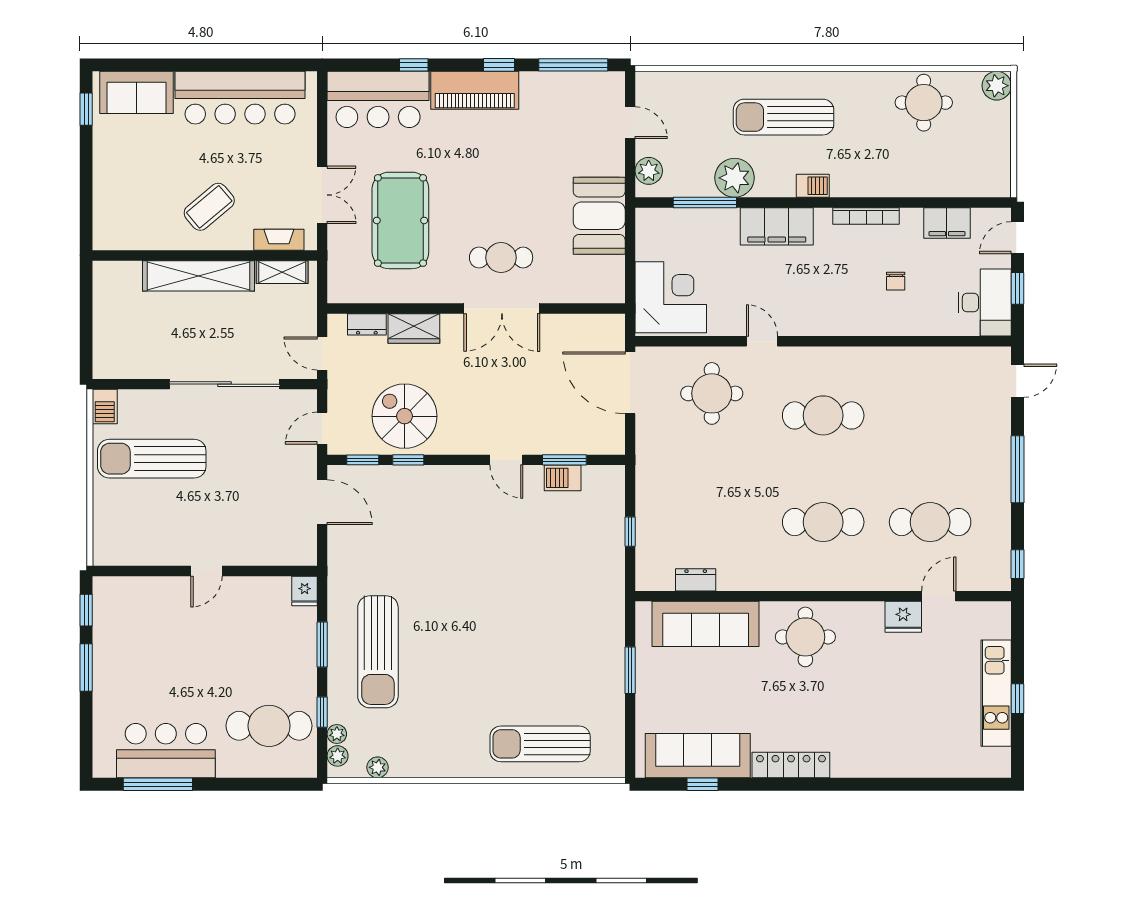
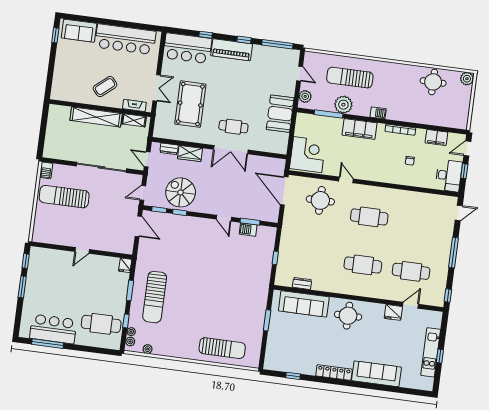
sun lounger: (784, 117) -> (350, 78), moved
sun lounger: (540, 744) -> (222, 348), turned 180
sofa: (698, 756) -> (376, 374), moved

